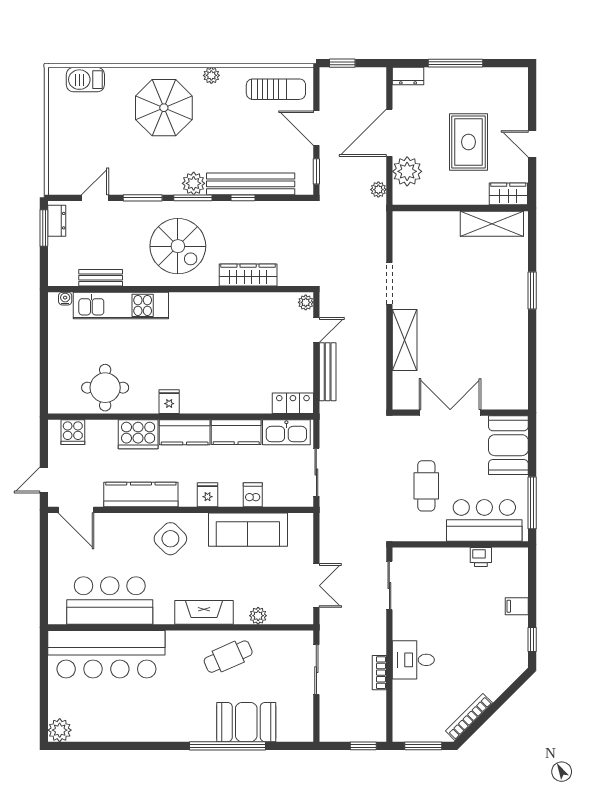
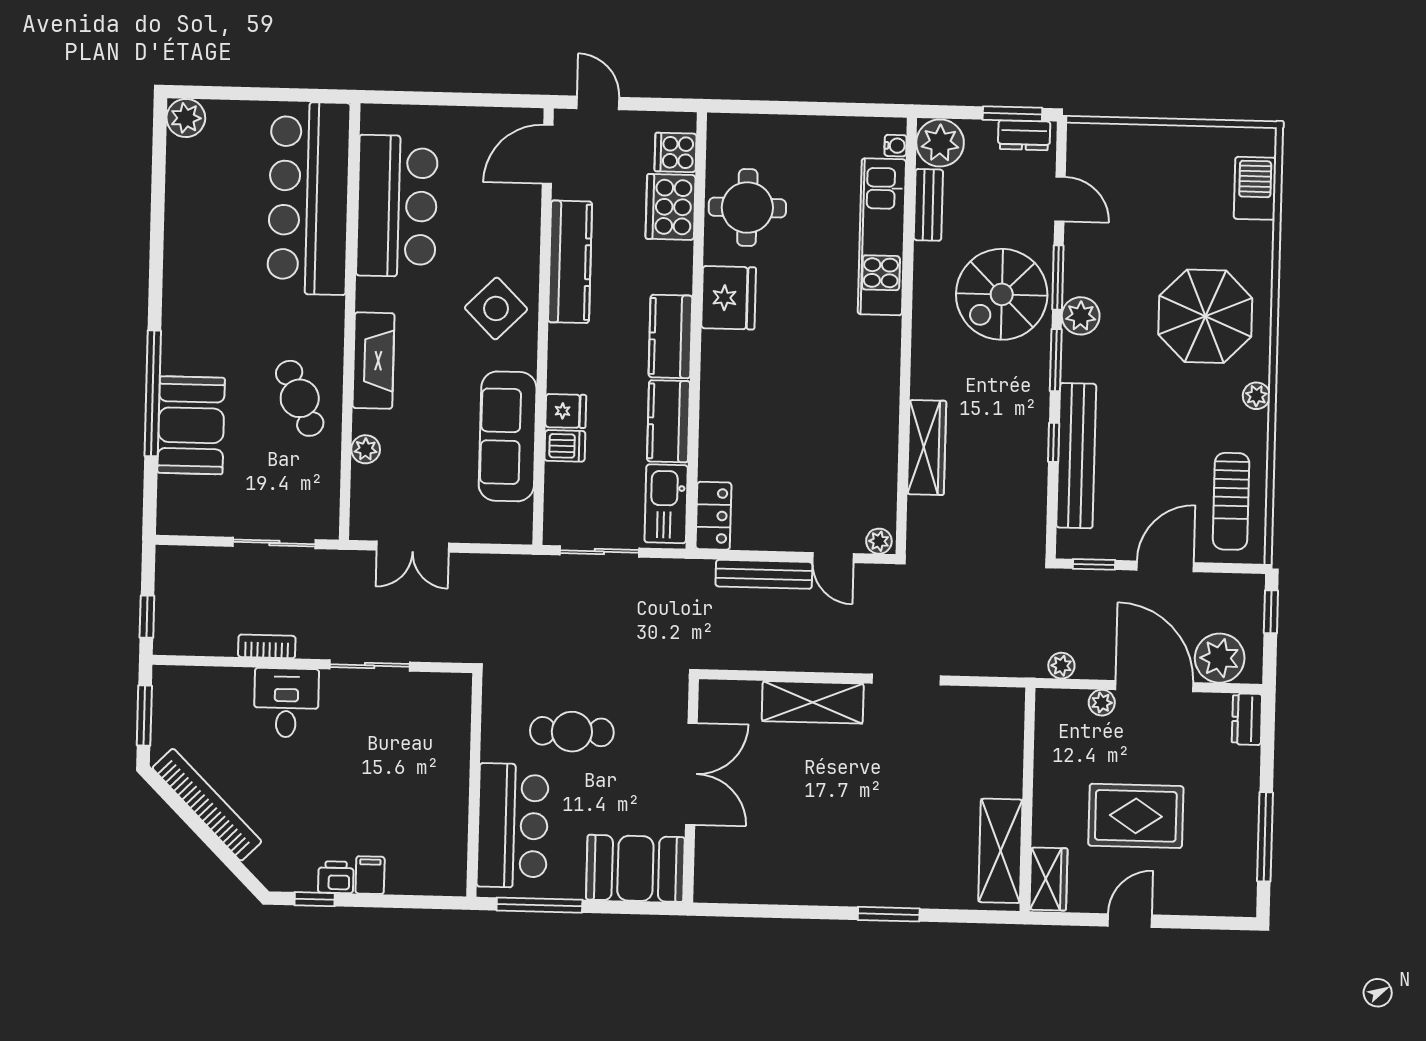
window: (455, 63) -> (1265, 837), moved
plant: (371, 94) -> (1220, 658), added
plant: (407, 171) -> (1102, 703), width x0.53, depth x0.53
plant: (194, 183) -> (1081, 316), moved
spiral stairs: (178, 246) -> (1002, 294), moved
plant: (63, 272) -> (940, 143), added
fridge: (169, 402) -> (729, 298), width x1.88, depth x1.34
cooker: (138, 434) -> (671, 207), moved
fridge: (208, 495) -> (566, 411), moved
printer: (481, 557) -> (336, 877), moved, turned 90
sliding door: (389, 586) -> (370, 666), moved
bookcase: (469, 717) -> (207, 805), width x1.48, depth x1.31

